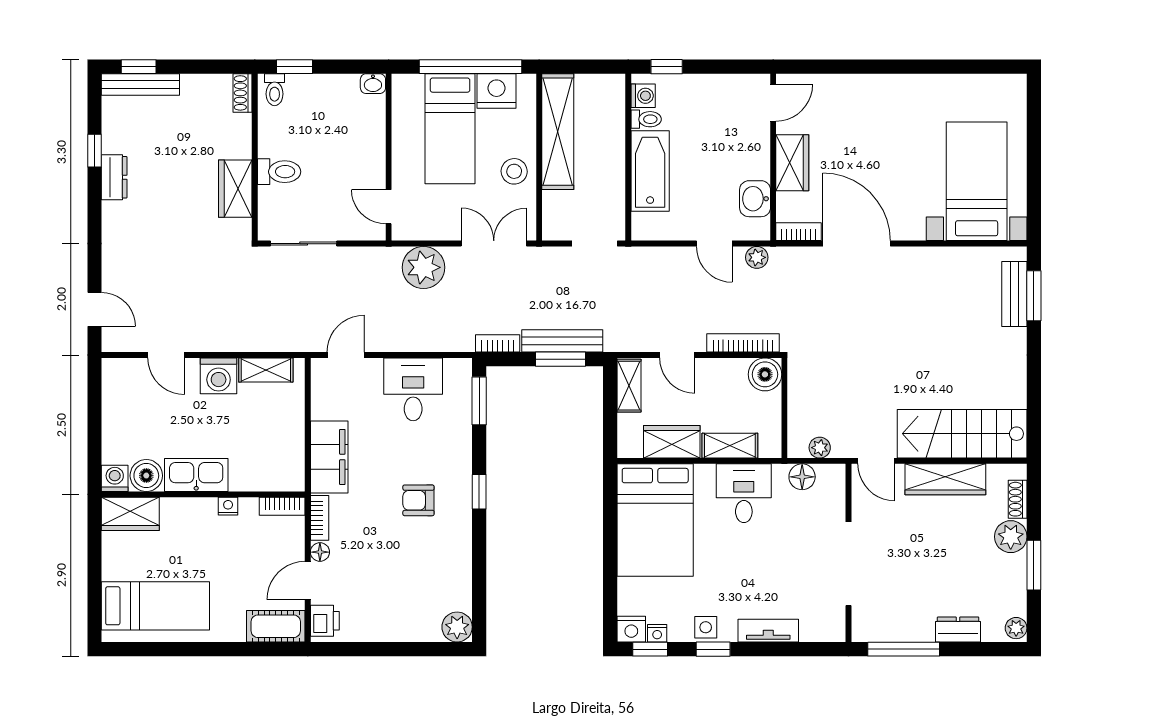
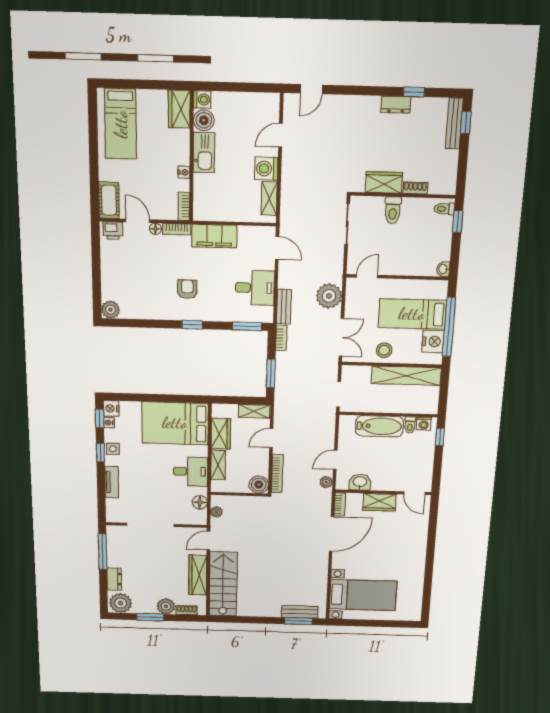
shoe rack: (243, 93) -> (415, 188), moved
bench: (562, 341) -> (284, 307), moved, width x0.73
plant: (1016, 628) -> (121, 603), width x1.88, depth x1.88

